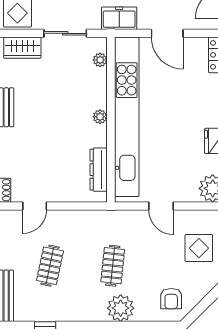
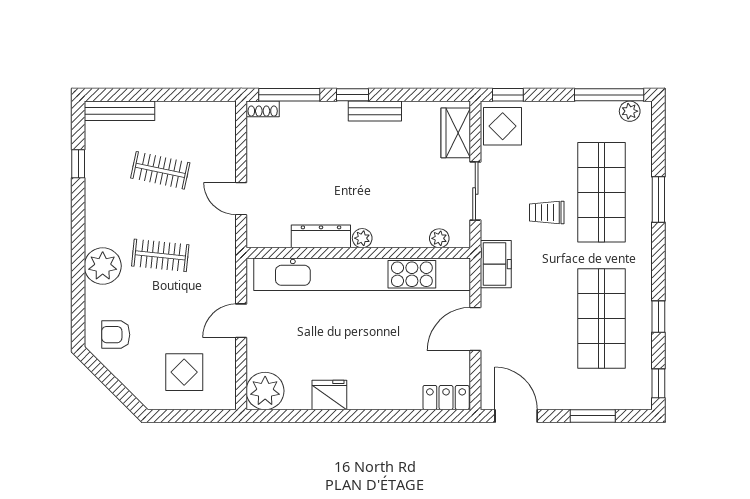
dresser: (99, 170) -> (321, 236), moved
door: (35, 206) -> (241, 199), moved

